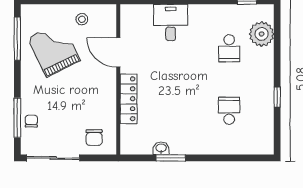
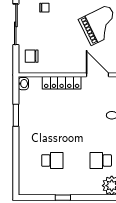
door: (118, 52) -> (97, 75), hinge flipped
washbasin: (161, 148) -> (23, 84), moved

